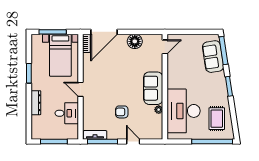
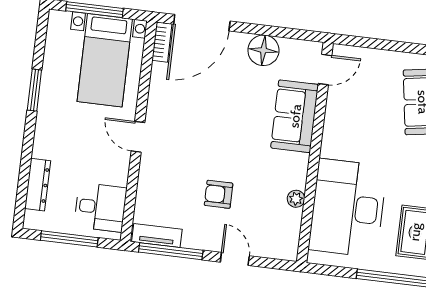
sofa: (153, 88) -> (295, 116), moved
dresser: (36, 103) -> (38, 185), moved
desk: (67, 113) -> (100, 207), moved

